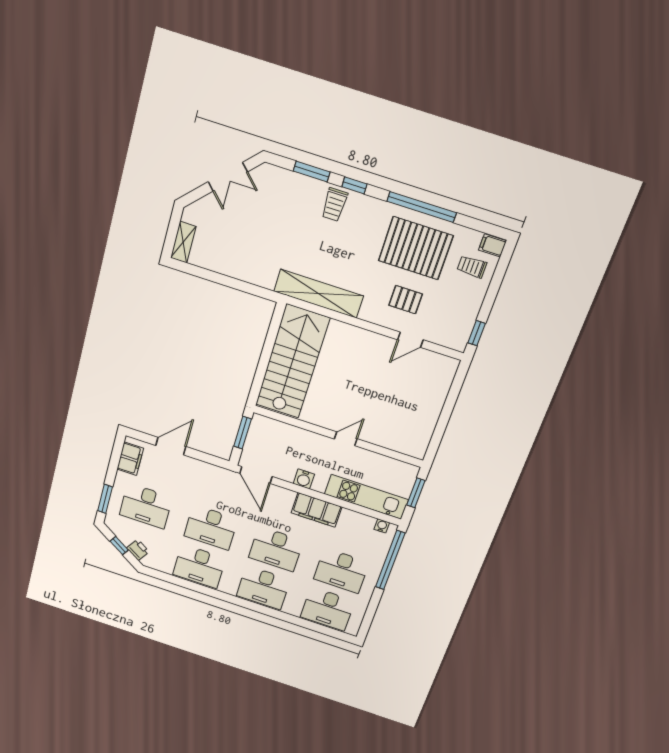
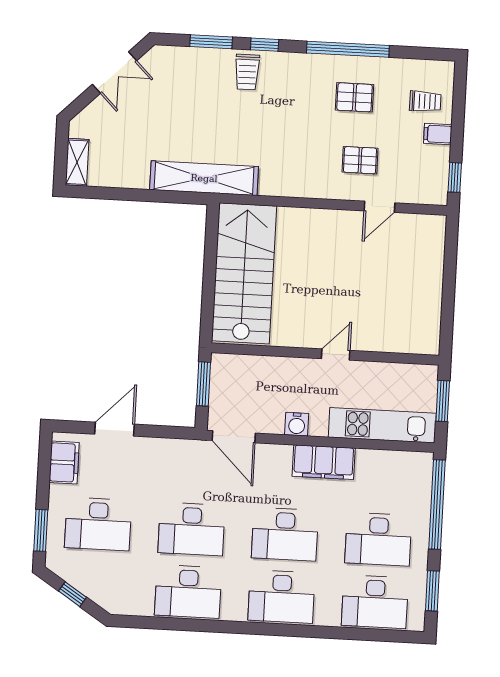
filing cabinet: (492, 245) -> (438, 134), moved
pallet: (416, 248) -> (355, 97), width x0.49, depth x0.50
trolley: (472, 267) -> (425, 101), turned 180
shelving: (318, 294) -> (204, 178), moved
water cooler: (382, 526) -> (413, 459), removed
printer: (138, 550) -> (100, 593), removed
window: (370, 614) -> (432, 591), added

